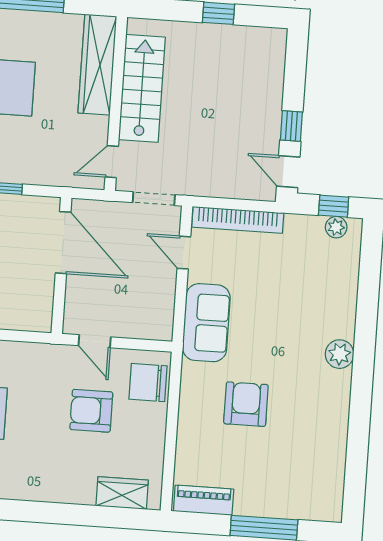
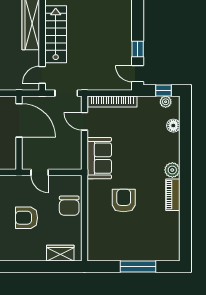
floor lamp: (347, 272) -> (173, 126), added
chair: (148, 383) -> (69, 206), moved, turned -90
armchair: (91, 411) -> (27, 218), moved
piano: (204, 500) -> (173, 195), moved, turned -90

